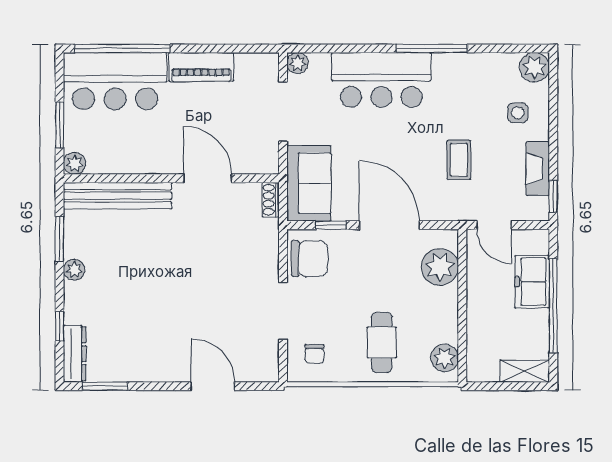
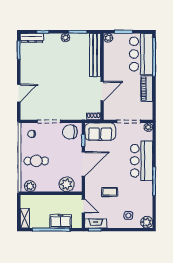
fireplace: (538, 169) -> (96, 223), moved
door: (494, 225) -> (83, 206), swing flipped
chair: (309, 259) -> (70, 132), turned 90

